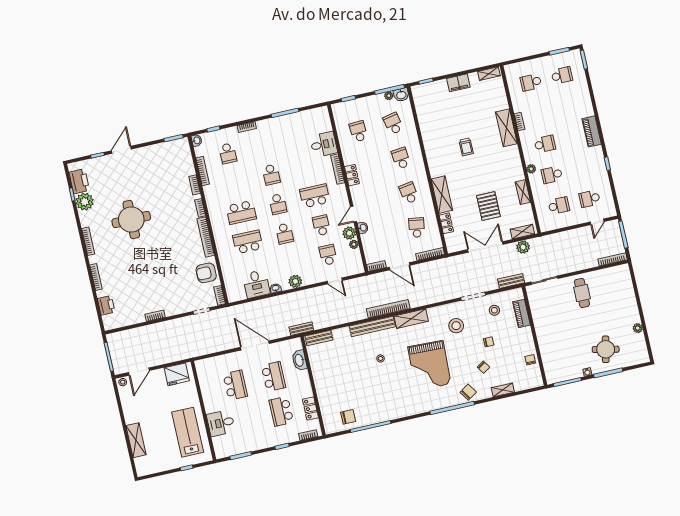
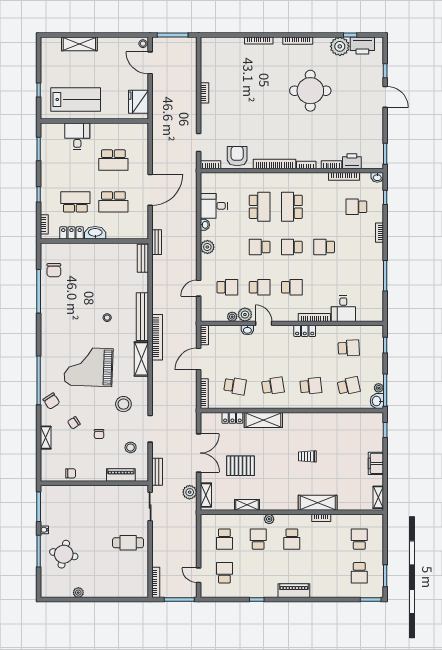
school desk: (315, 196) -> (292, 287), width x0.54
printer: (106, 305) -> (352, 161), moved, turned 180
washbasin: (299, 360) -> (95, 233), moved

